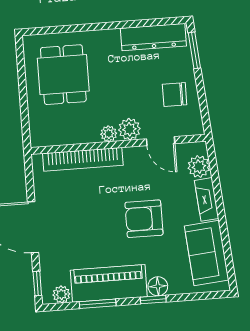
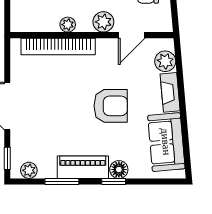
plant: (109, 134) -> (68, 25), moved
door: (161, 141) -> (132, 35), hinge flipped
armchair: (144, 219) -> (111, 106), turned 180
piano: (109, 283) -> (83, 167), width x0.73, depth x0.75

